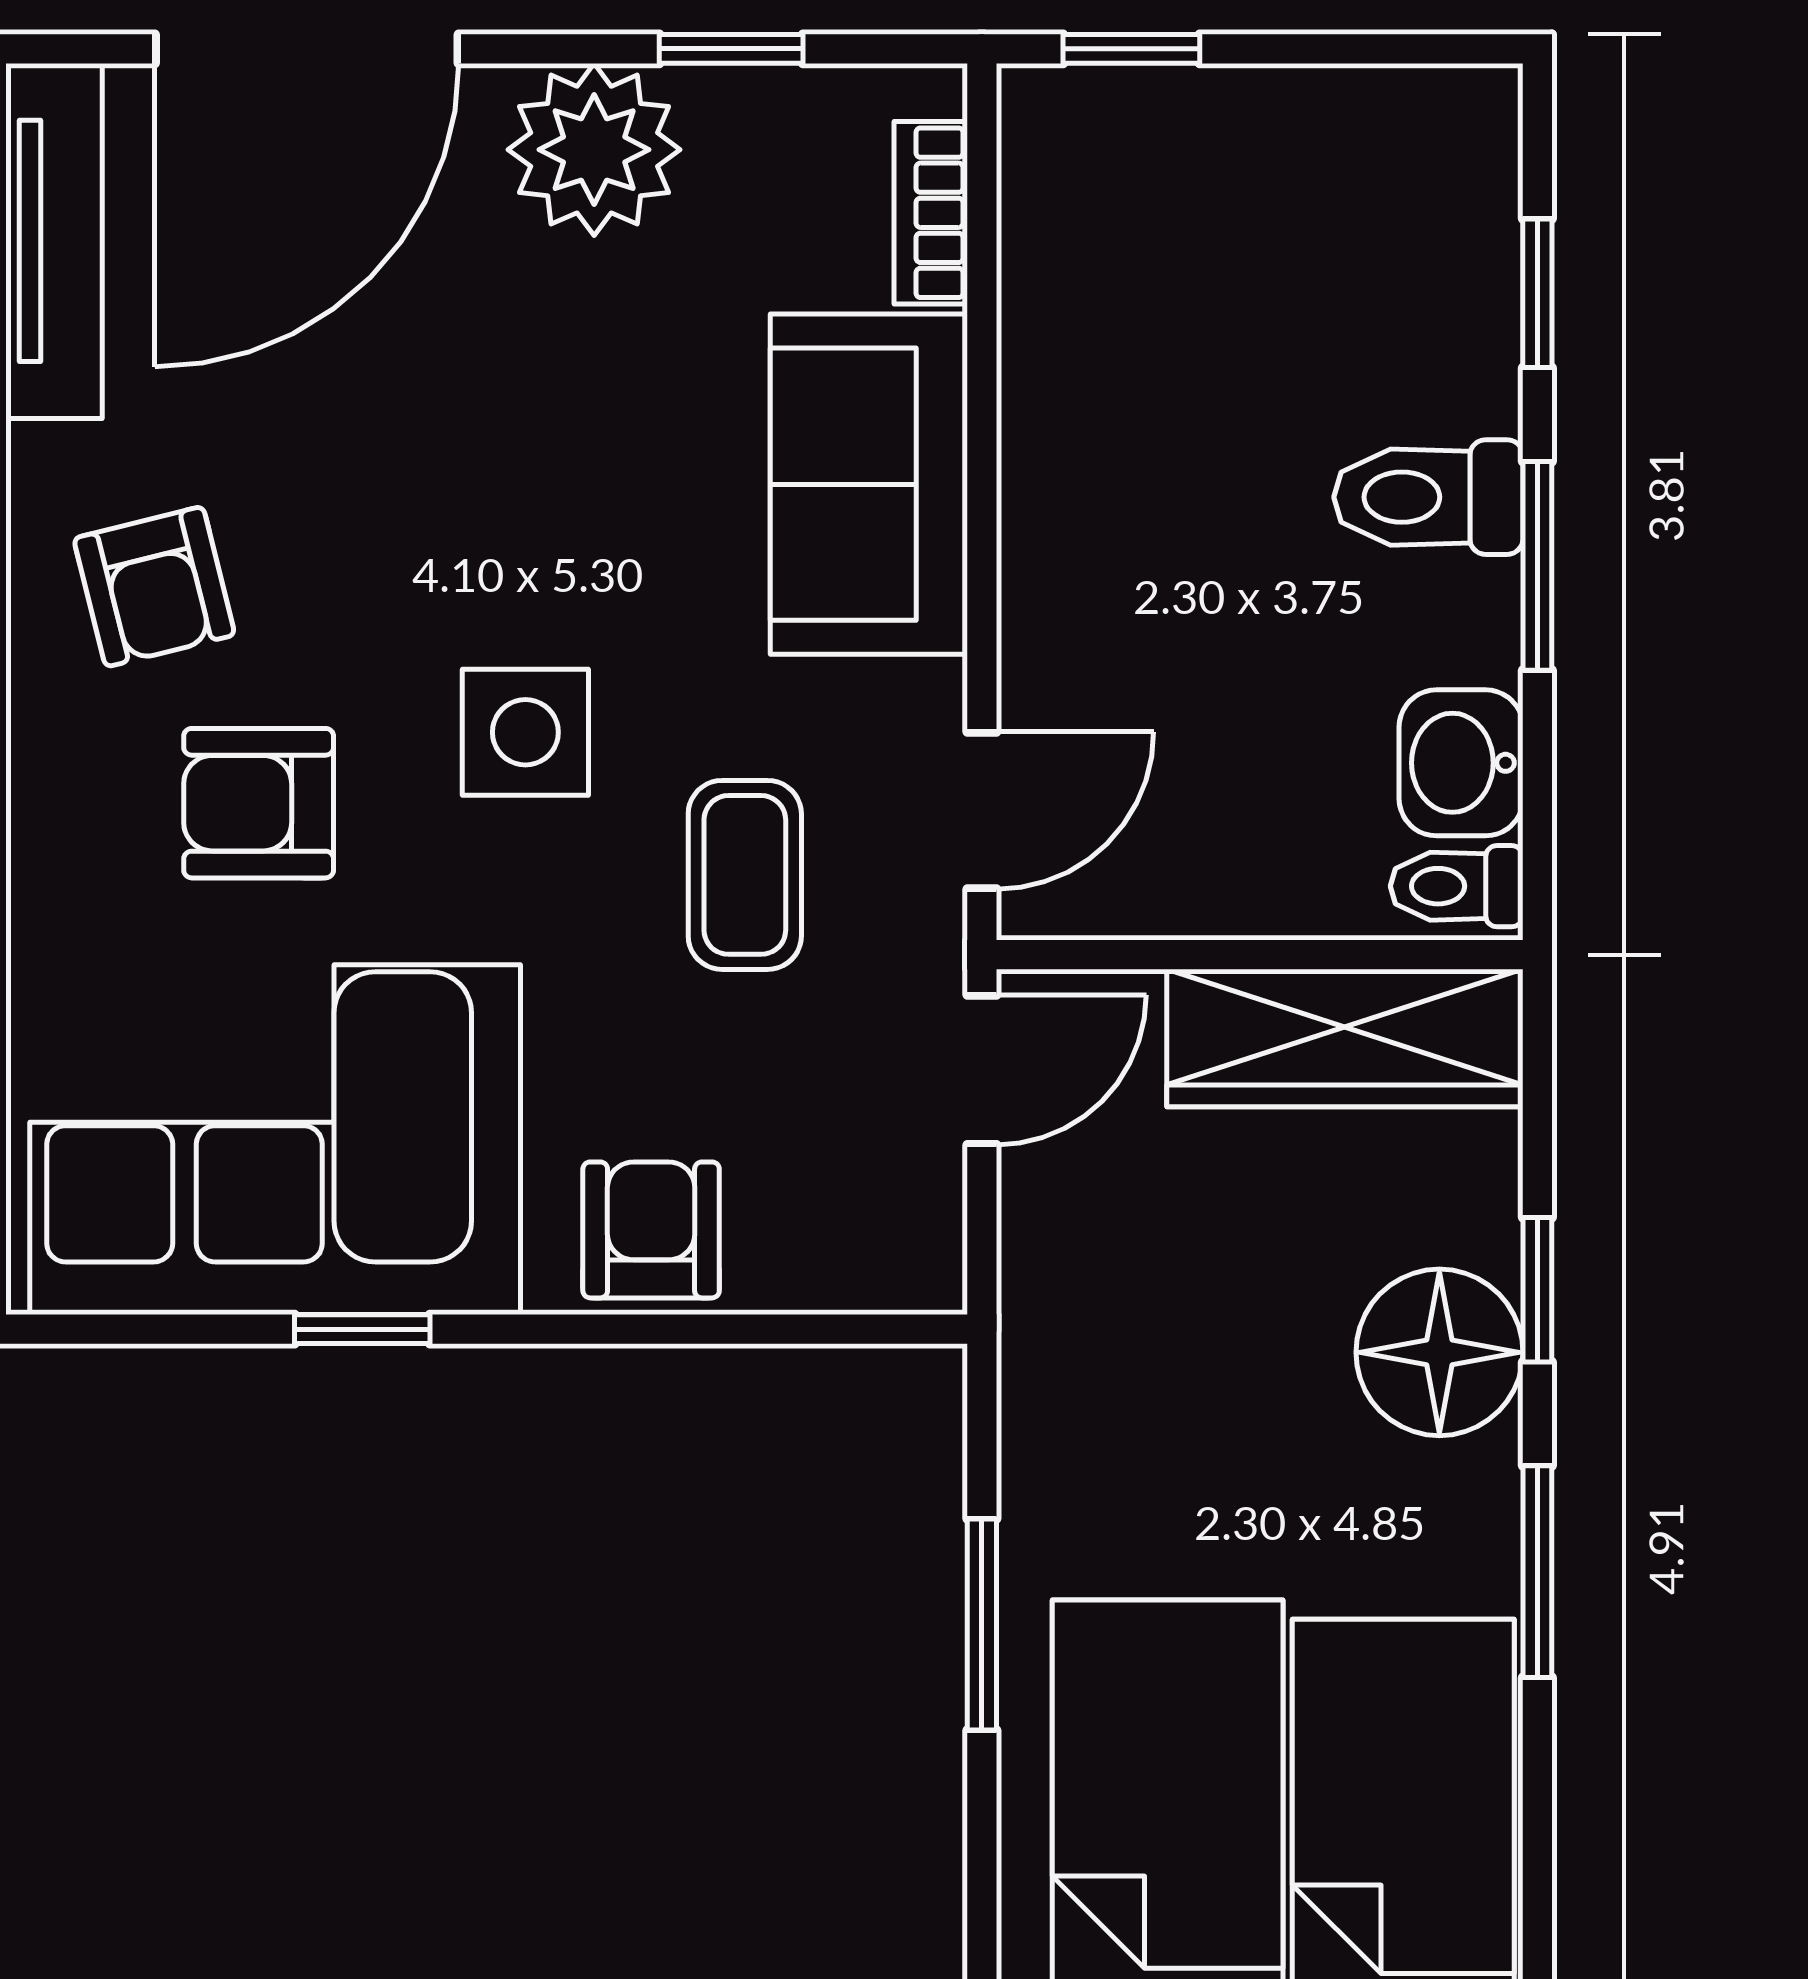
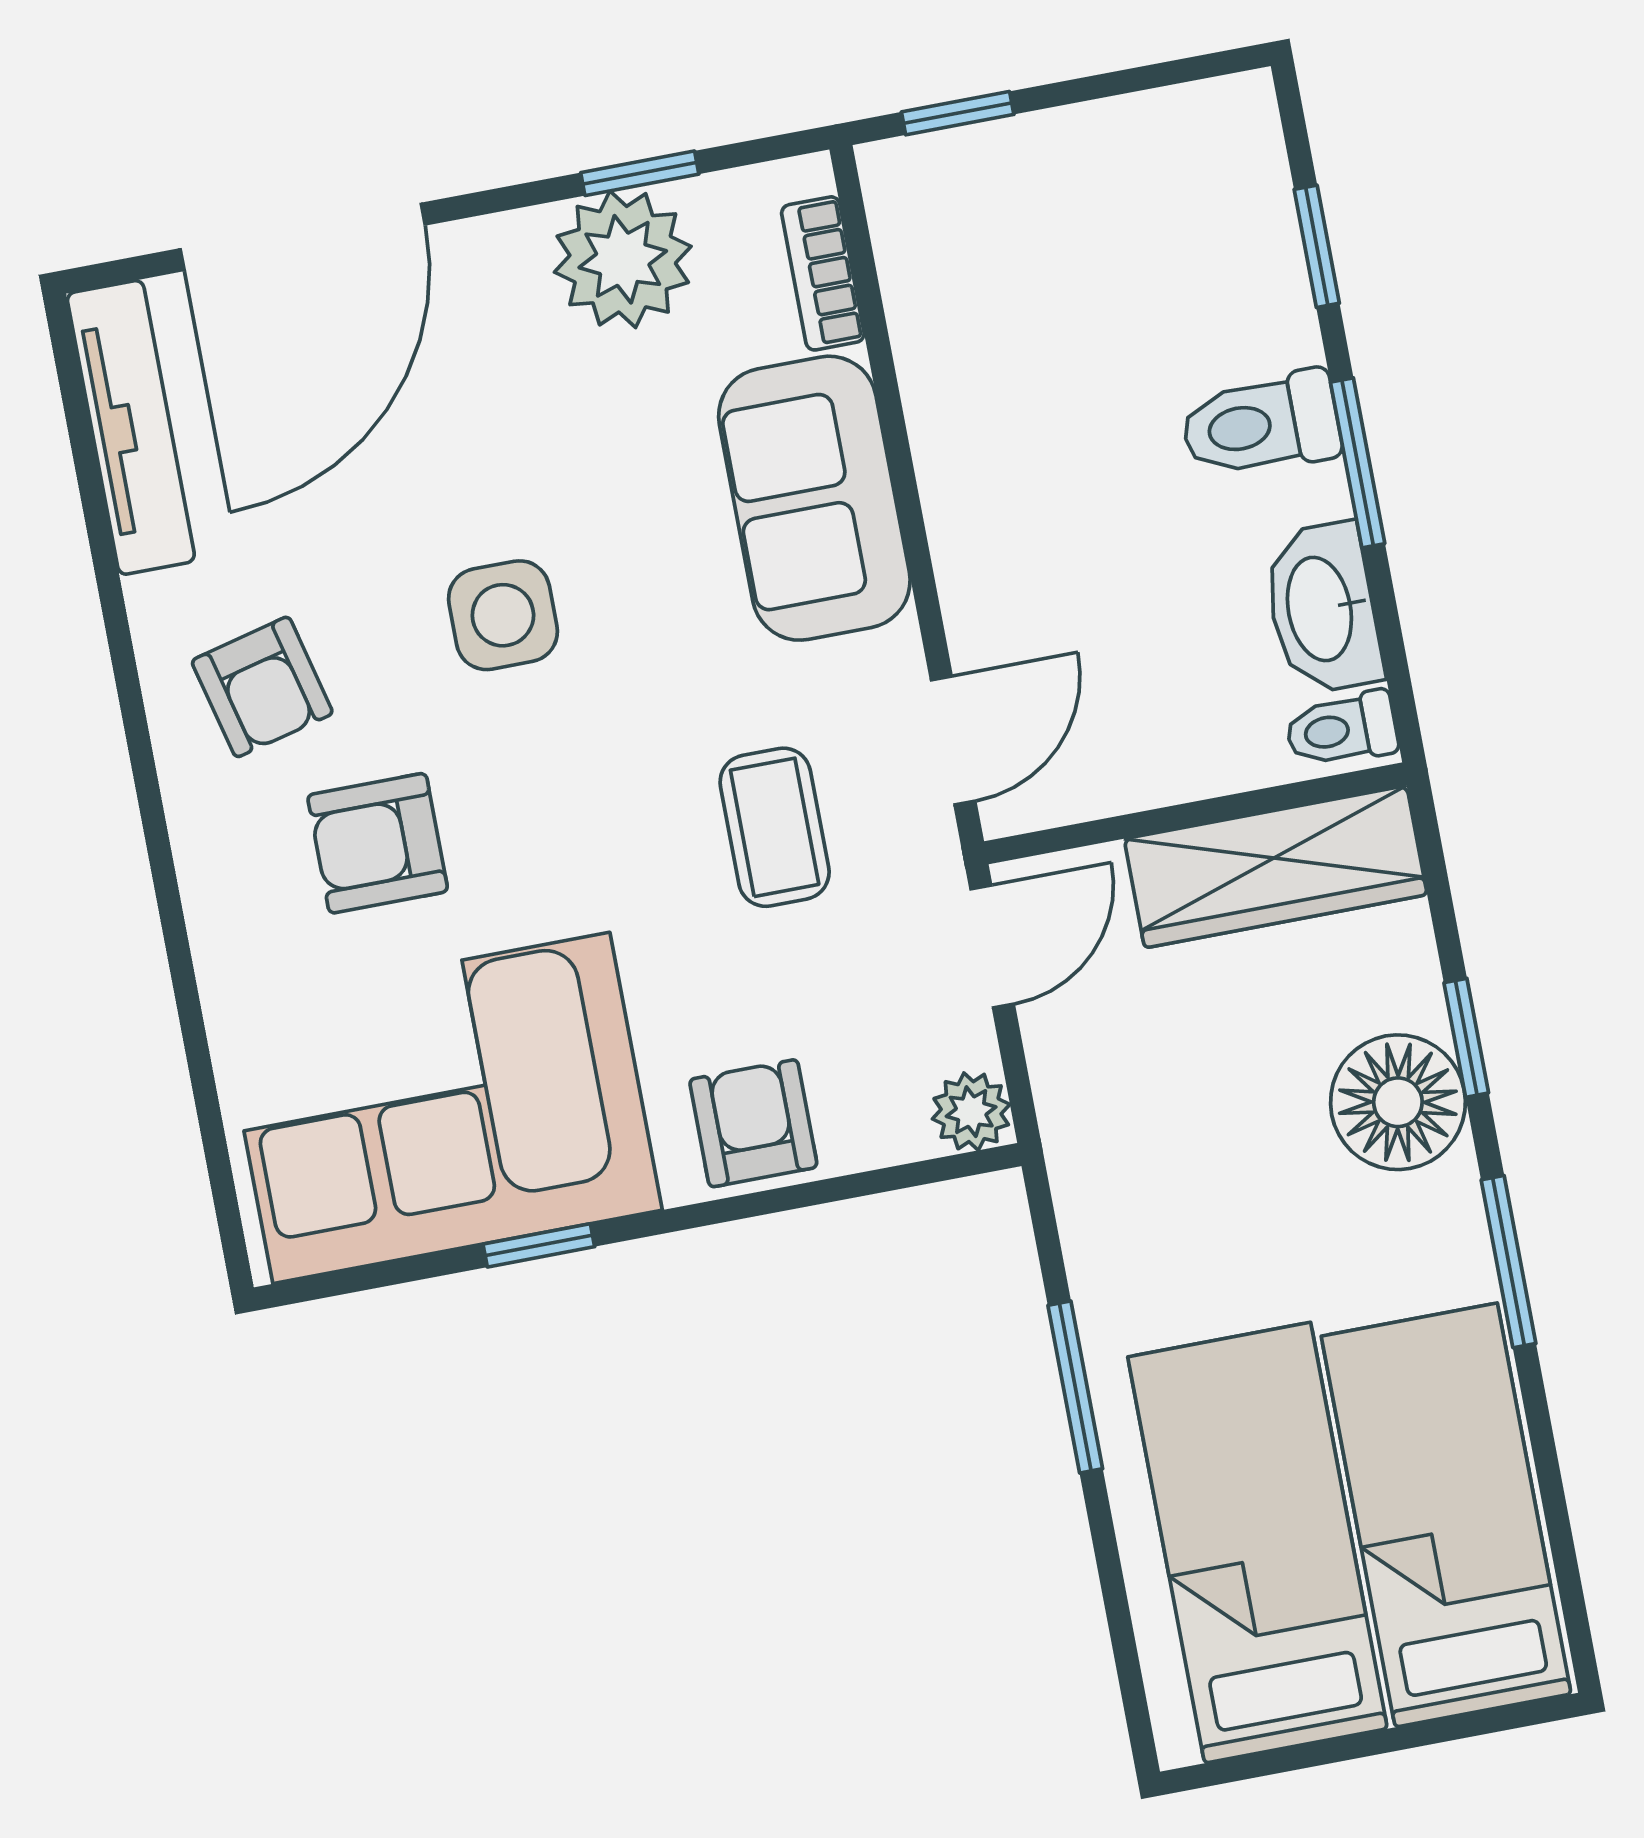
plant: (594, 150) -> (623, 259), moved
side table: (525, 732) -> (503, 615), moved
washbasin: (1461, 763) -> (1322, 608), width x1.38
plant: (918, 1266) -> (971, 1112), added

